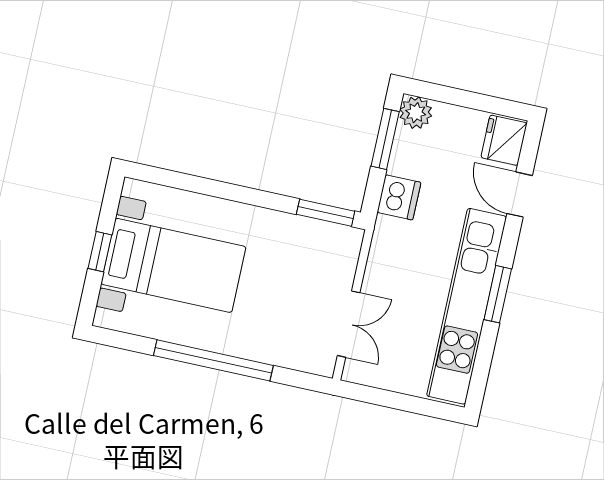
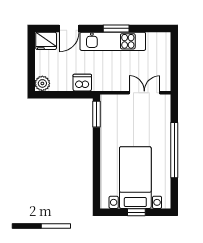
window: (385, 139) -> (57, 95), removed
kitchen unit: (467, 306) -> (113, 41), width x0.73

